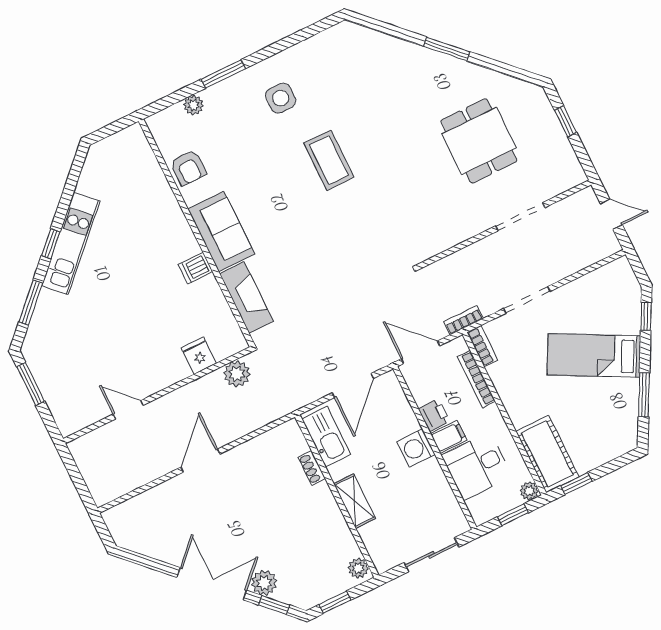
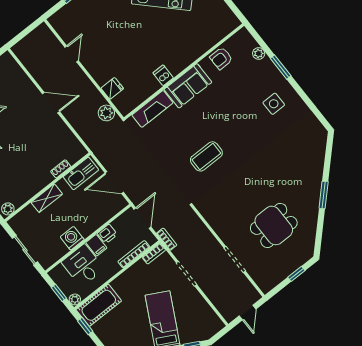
coffee table: (329, 160) -> (206, 156), moved
washing machine: (416, 448) -> (72, 238), moved

